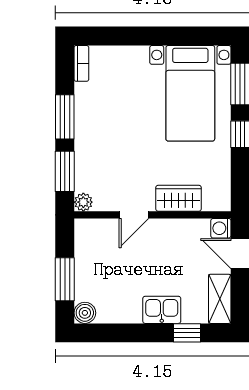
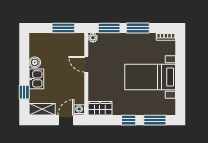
bed with nightstands: (190, 93) -> (150, 77), moved
wardrobe: (179, 198) -> (100, 108), moved, turned -90
window: (65, 279) -> (63, 28), moved
boiler: (85, 313) -> (35, 62), moved

